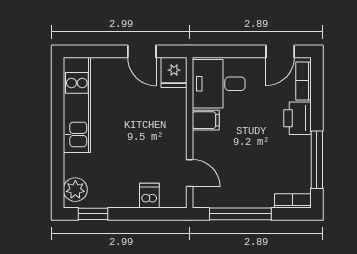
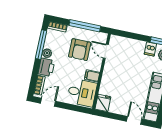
door: (142, 51) -> (134, 120), moved
plant: (302, 146) -> (47, 53), added
armchair: (241, 166) -> (80, 50), added
dishwasher: (149, 196) -> (150, 49), moved

